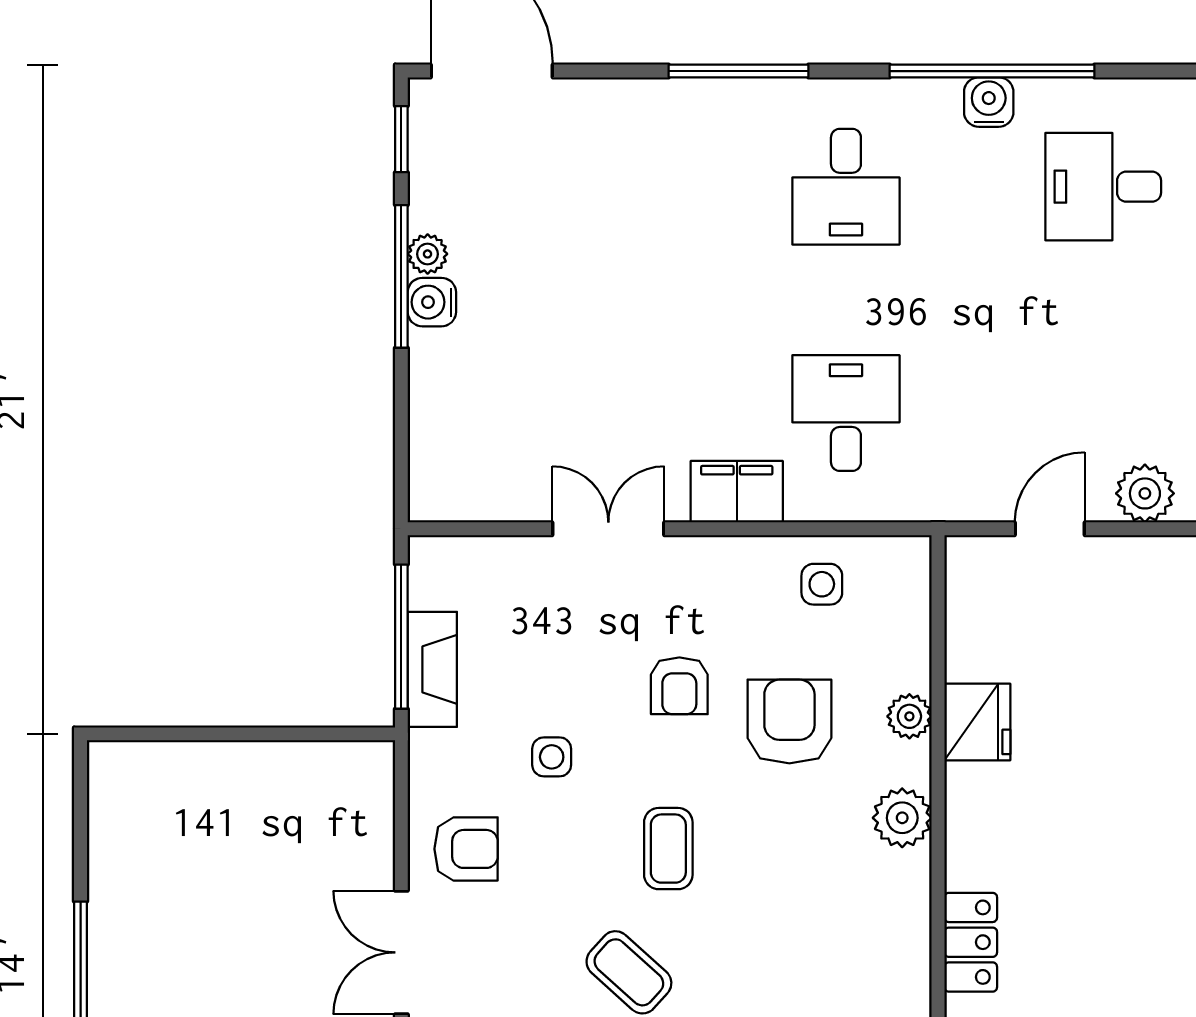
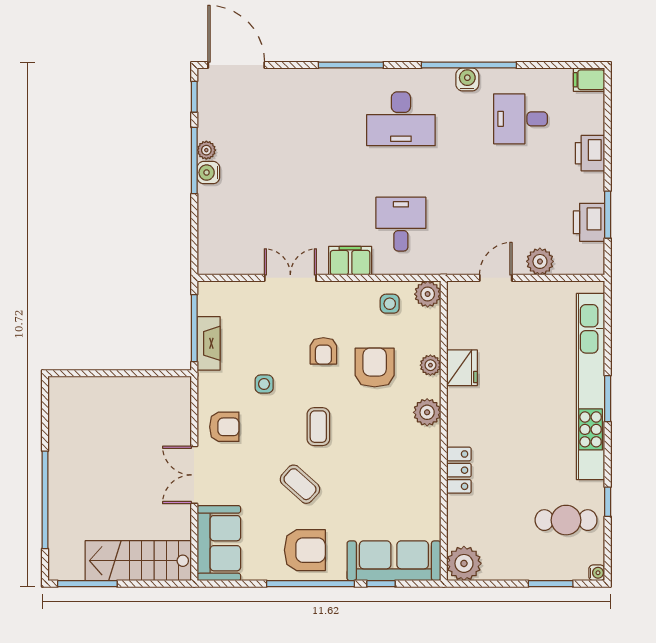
desk: (846, 187) -> (401, 119), width x1.37
plant: (903, 563) -> (428, 294), added

